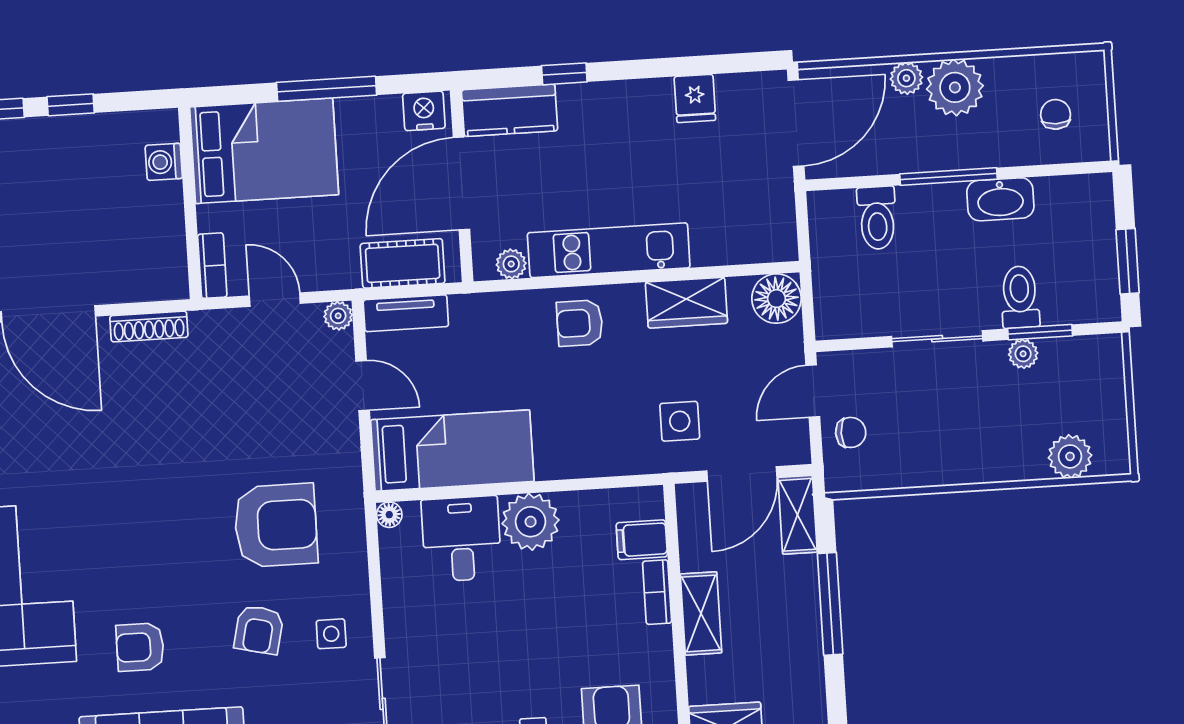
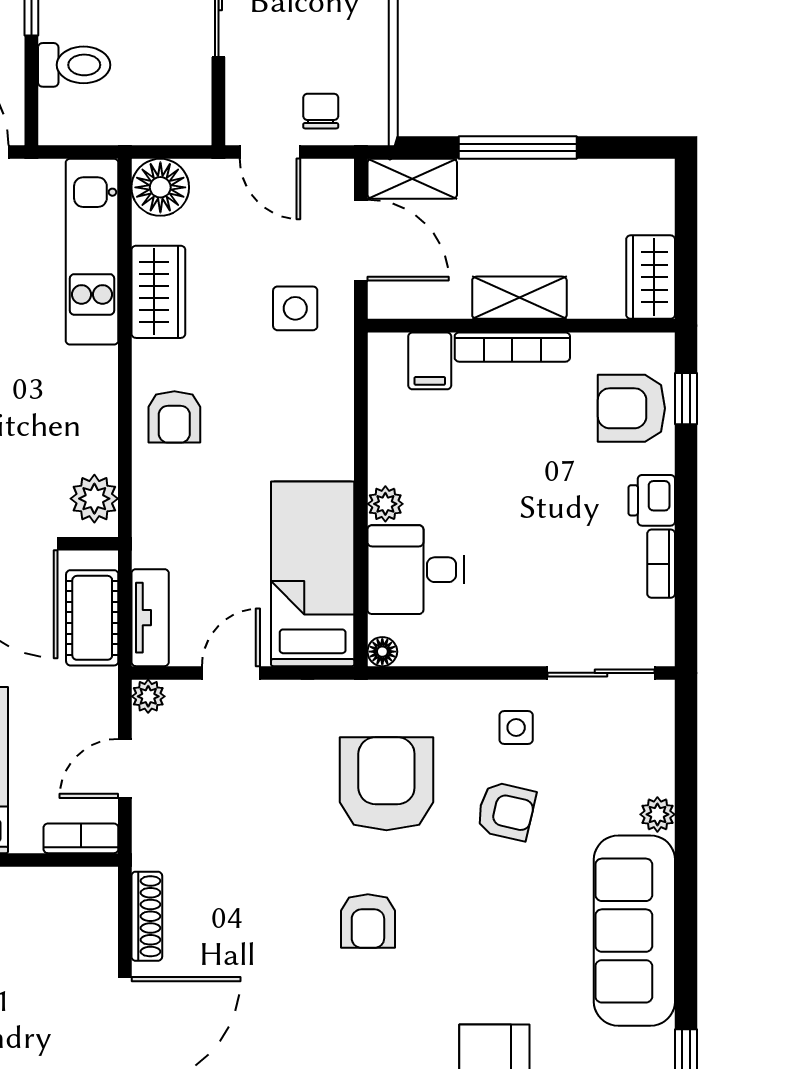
kitchen unit: (609, 250) -> (92, 252), moved
plant: (511, 264) -> (94, 499), width x1.38, depth x1.38
plant: (531, 522) -> (385, 504), width x0.53, depth x0.53
bookcase: (657, 592) -> (512, 347), width x1.56
armchair: (140, 647) -> (368, 921), moved

